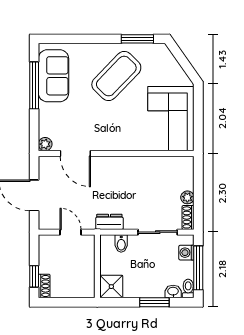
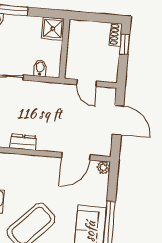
door: (75, 153) -> (76, 156), swing flipped
dresser: (109, 222) -> (23, 142), moved, turned 180

